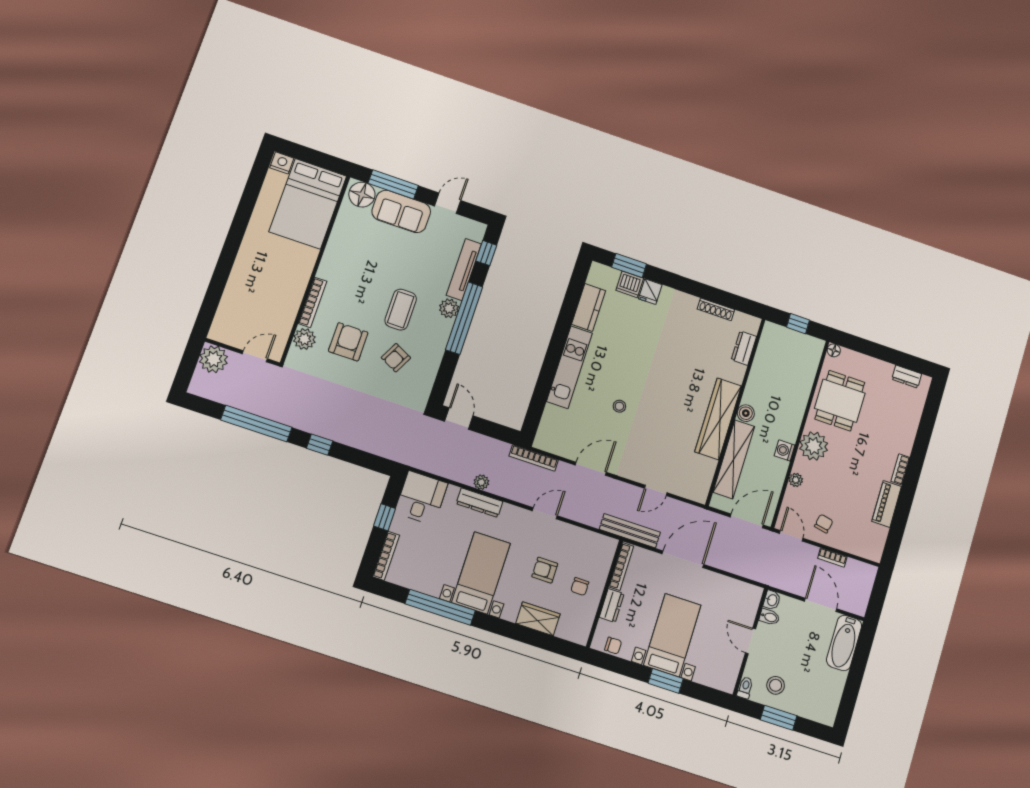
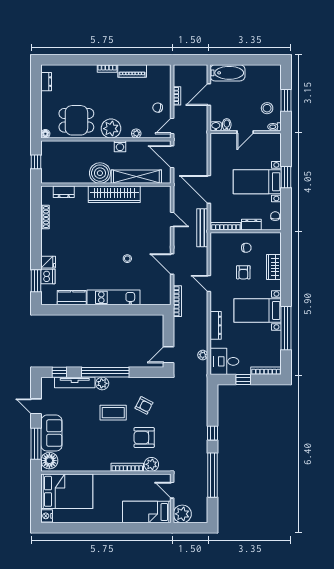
bed: (235, 308) -> (147, 512), added
boiler: (746, 413) -> (100, 173), width x1.86, depth x1.86
plant: (481, 482) -> (203, 355), moved

